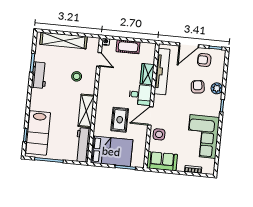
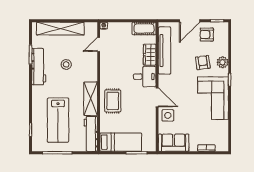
cot: (128, 47) -> (144, 28), moved
door: (99, 59) -> (99, 44), swing flipped
workbench: (39, 75) -> (39, 67), width x1.37
stool: (77, 76) -> (66, 64), moved
door: (150, 116) -> (157, 97), swing flipped
rug: (120, 120) -> (113, 101), moved
lab bench: (38, 133) -> (58, 120), moved
corner sofa: (203, 136) -> (213, 98), moved
bed: (111, 151) -> (121, 142), width x0.67

